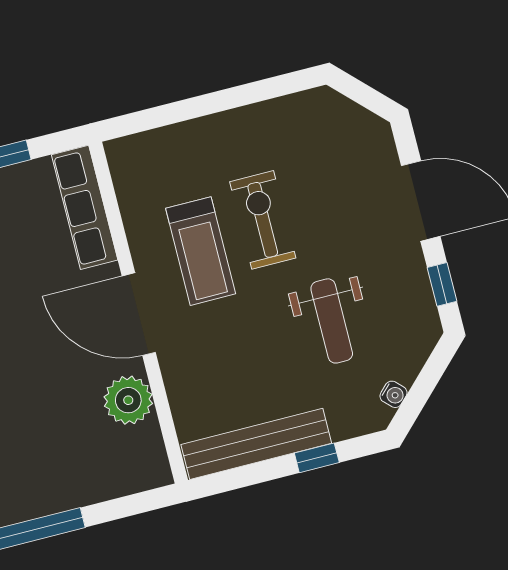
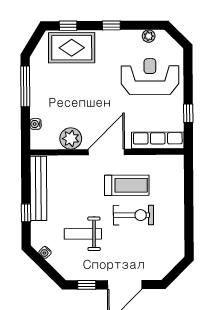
treadmill: (201, 251) -> (127, 185), turned 180
water cooler: (116, 486) -> (36, 124), added

